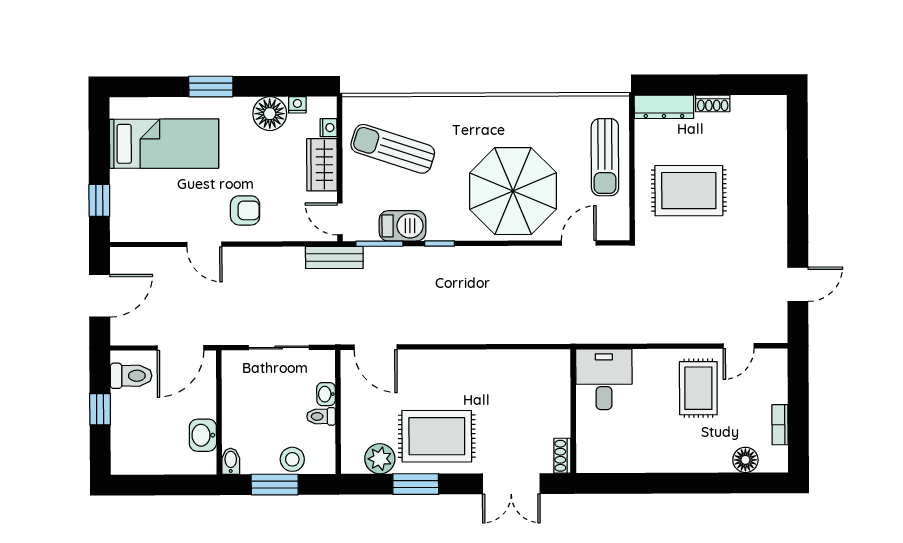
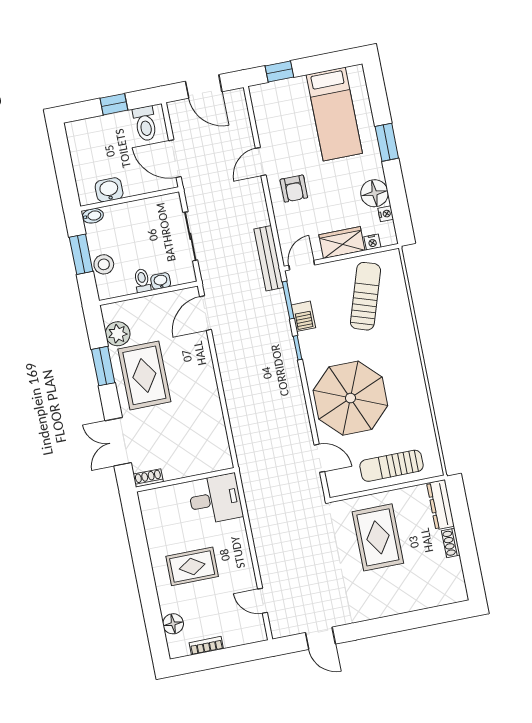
barbecue: (403, 226) -> (303, 316), width x0.73, depth x0.79
bench: (334, 257) -> (269, 258), width x1.36
rug: (698, 388) -> (192, 566), moved

